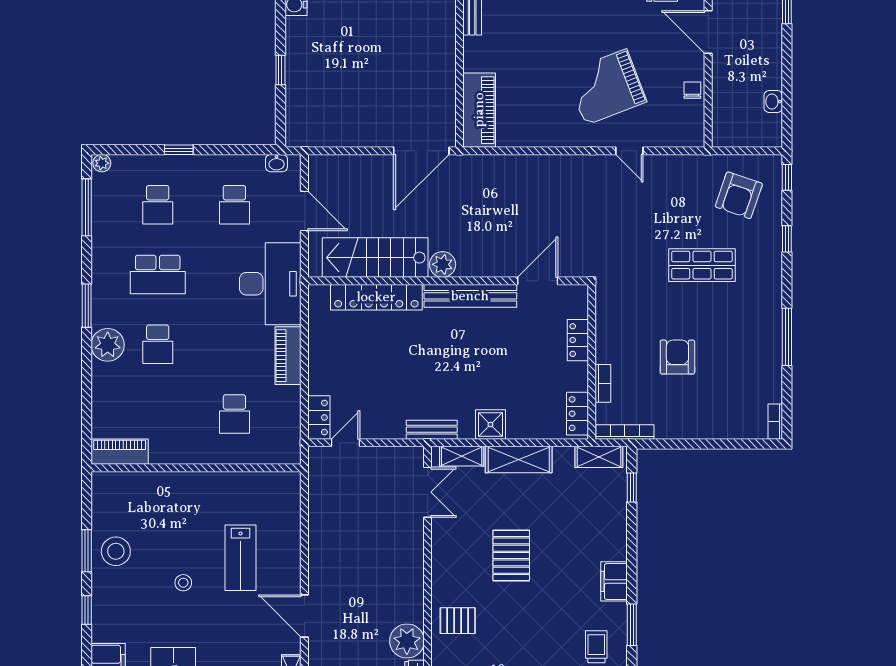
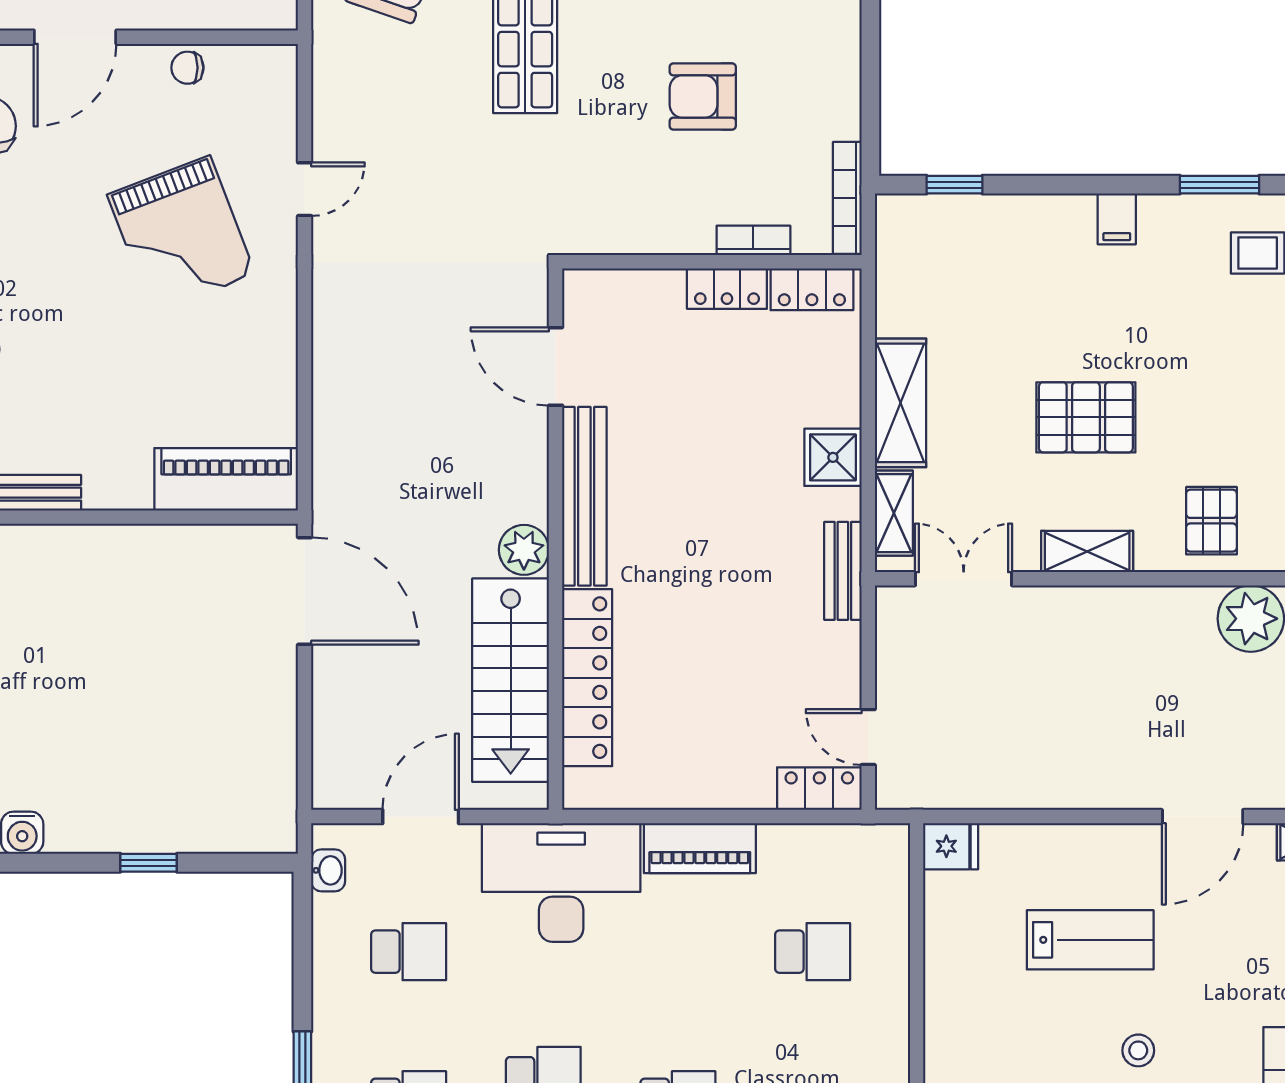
locker: (578, 340) -> (727, 289), moved
shelving: (599, 457) -> (1087, 551), moved, turned 90
fridge: (289, 486) -> (951, 846), added
filing cabinet: (614, 581) -> (1117, 219), width x0.50

